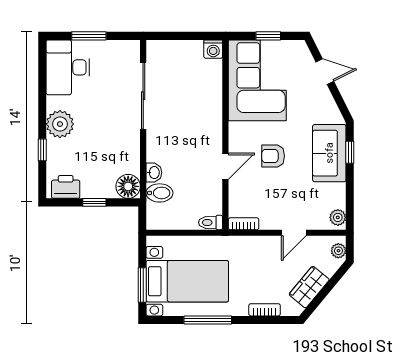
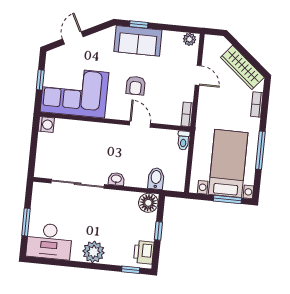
window: (42, 150) -> (131, 270), moved
washbasin: (154, 173) -> (116, 179), moved
plant: (338, 251) -> (216, 41), removed
wardrobe: (309, 287) -> (242, 67), width x1.50

